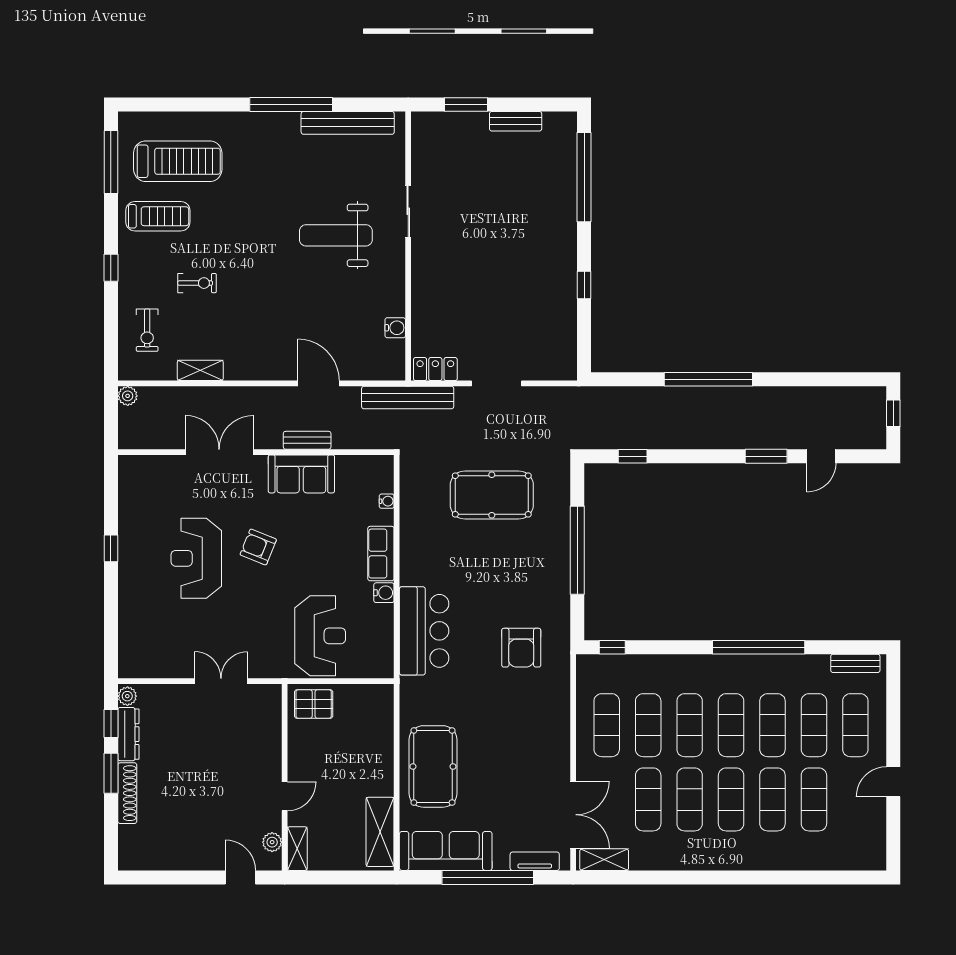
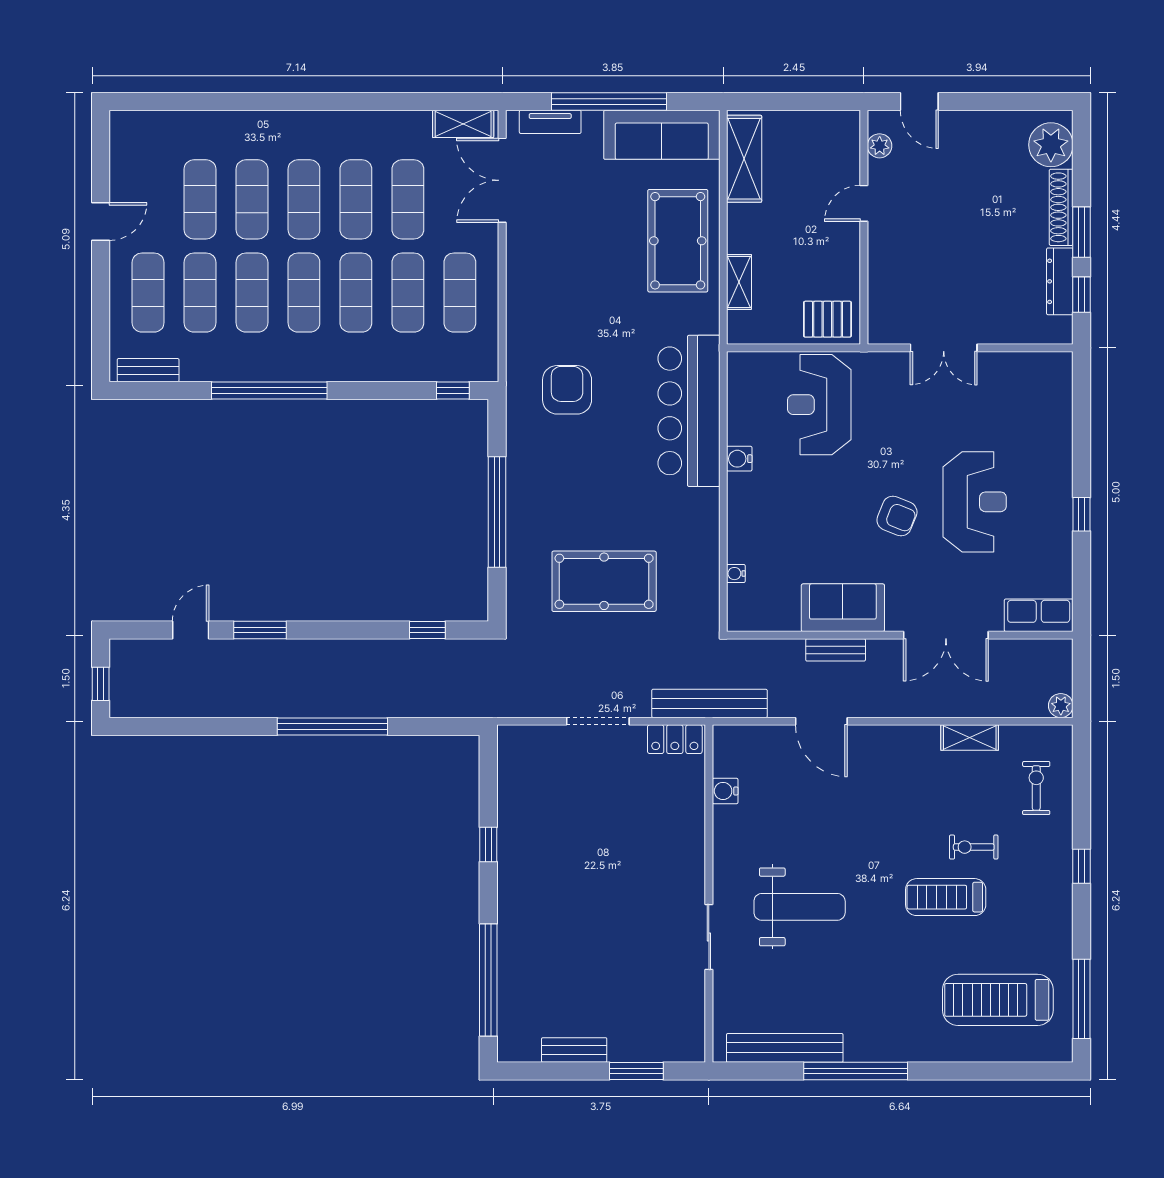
treadmill: (158, 216) -> (946, 897), moved
row of seats: (381, 554) -> (1039, 615), moved, turned -90
bar counter: (424, 631) -> (689, 411), width x1.36
plant: (127, 696) -> (1051, 145), moved, width x1.88, depth x1.88
shelving: (297, 849) -> (739, 282), moved

